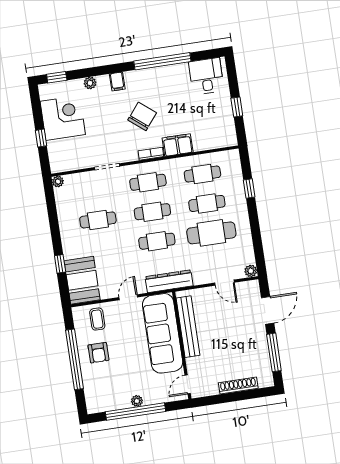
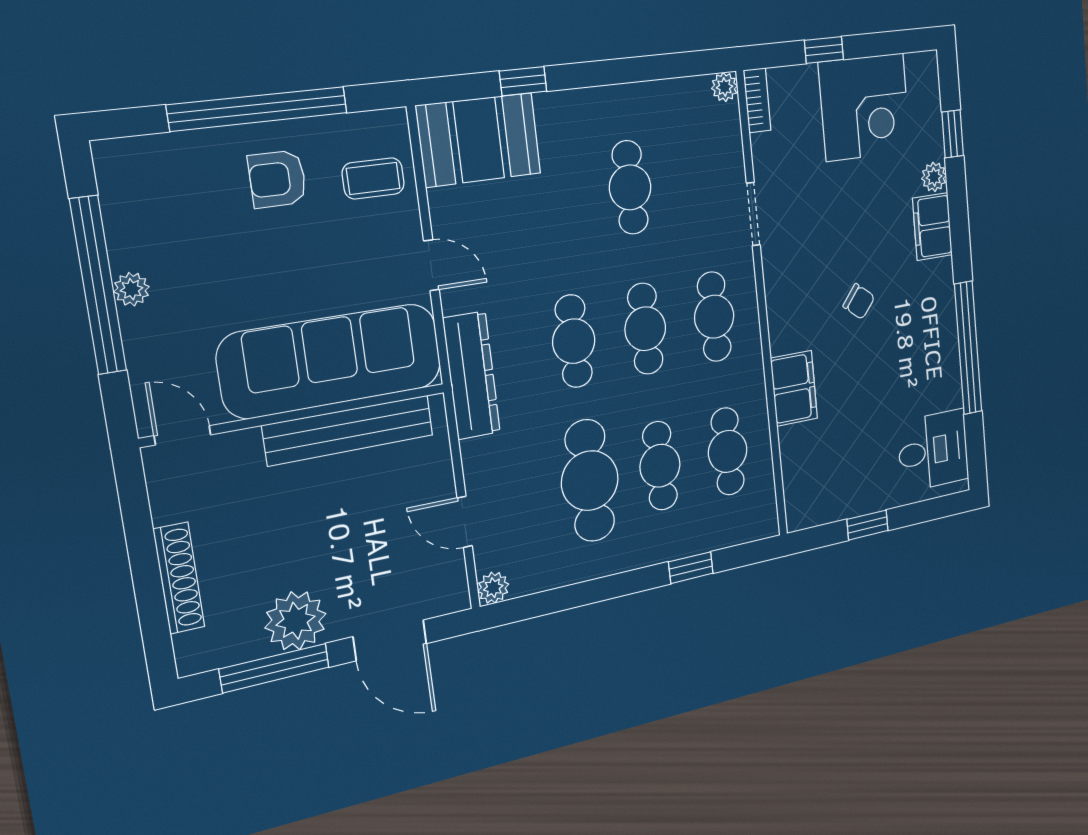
window: (57, 77) -> (953, 134), moved
filing cabinet: (117, 81) -> (932, 227), width x2.00
chair: (142, 116) -> (859, 301), width x0.54, depth x0.54
bookcase: (151, 154) -> (757, 100), moved
door: (225, 283) -> (465, 522), hinge flipped
plant: (257, 345) -> (296, 621), added

